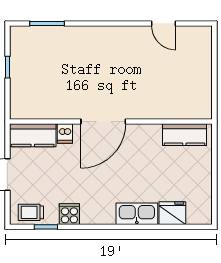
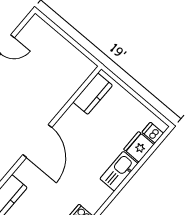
dishwasher: (65, 133) -> (153, 133), moved, turned 180

